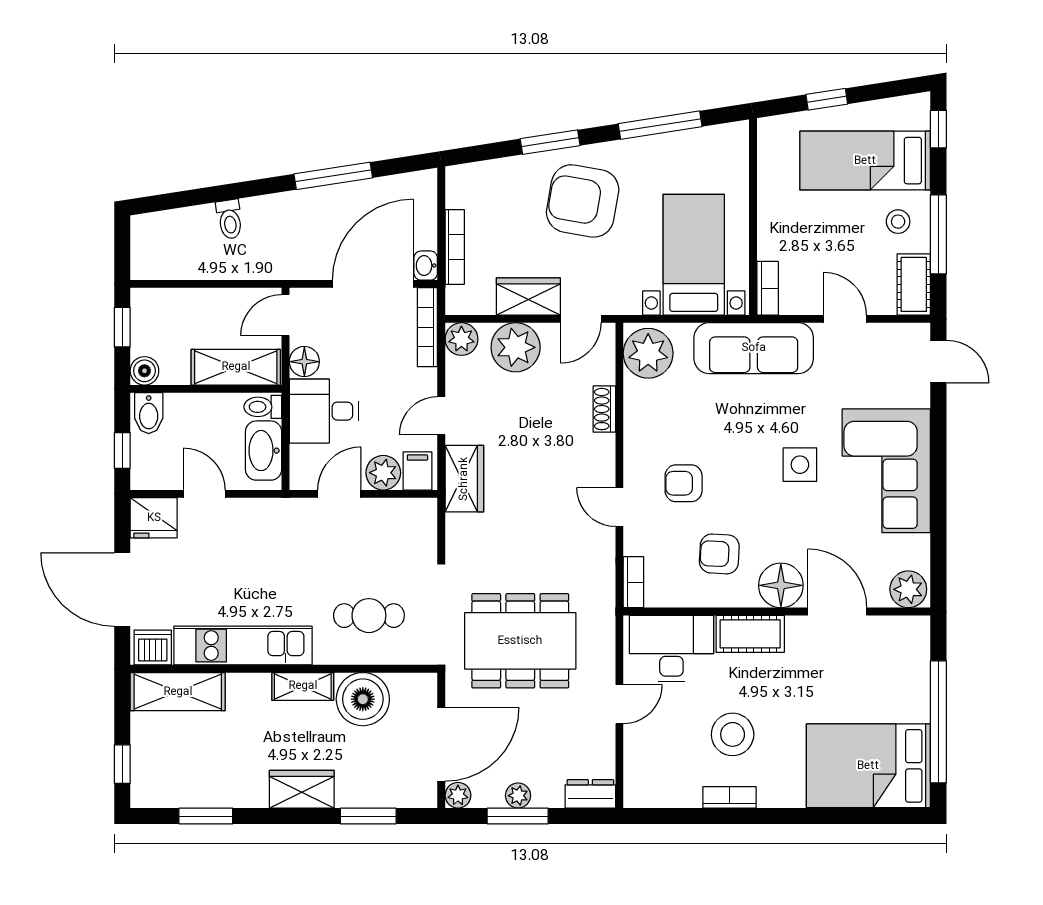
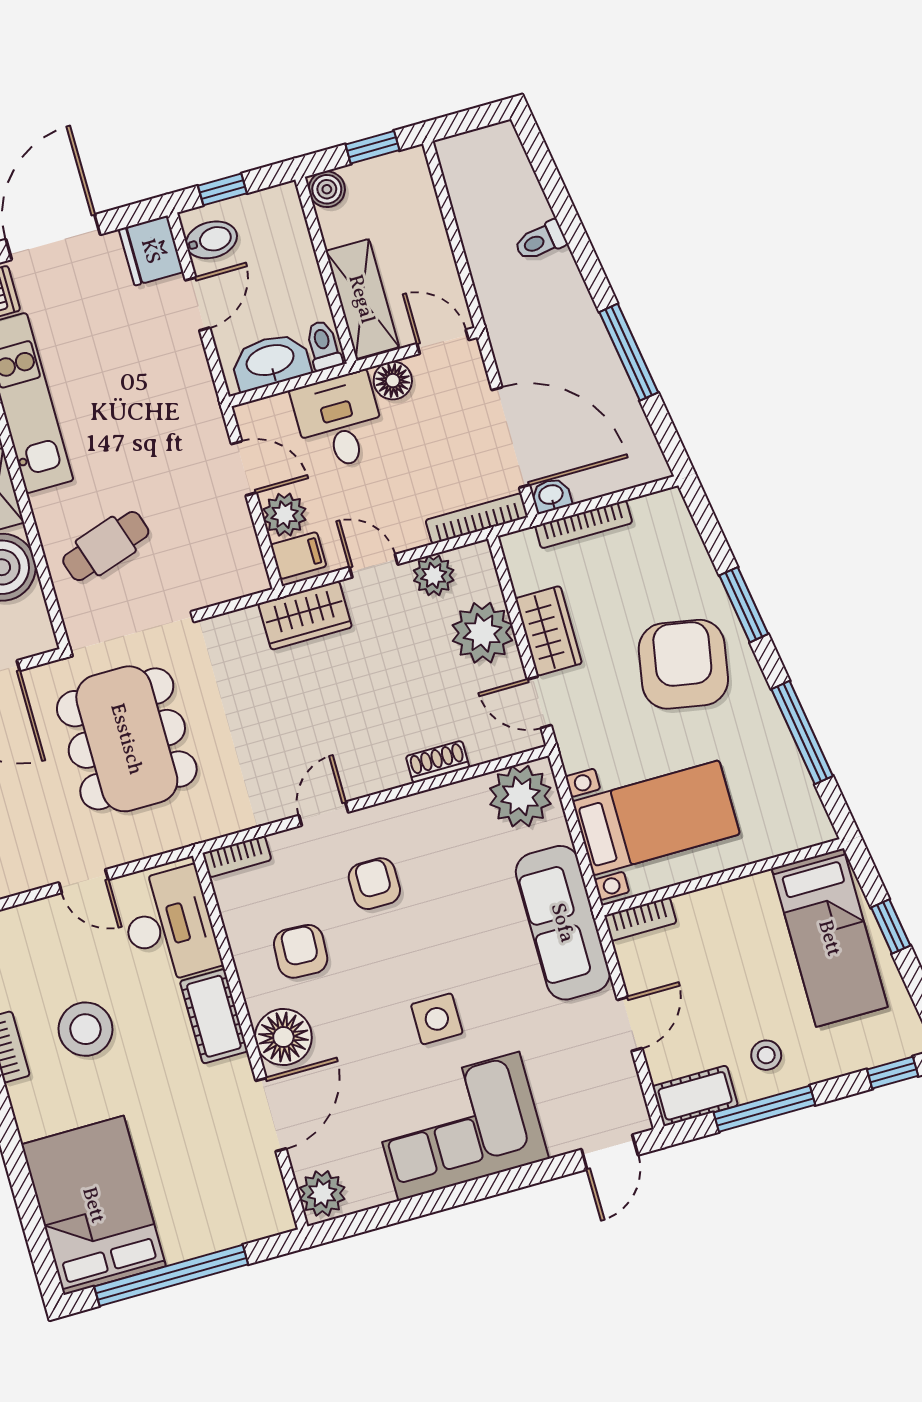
bed: (865, 161) -> (830, 938), moved, turned 180
plant: (461, 339) -> (434, 575), moved
bidet: (149, 413) -> (211, 240), moved, turned 180
cafe table: (369, 616) -> (106, 546), turned 72

